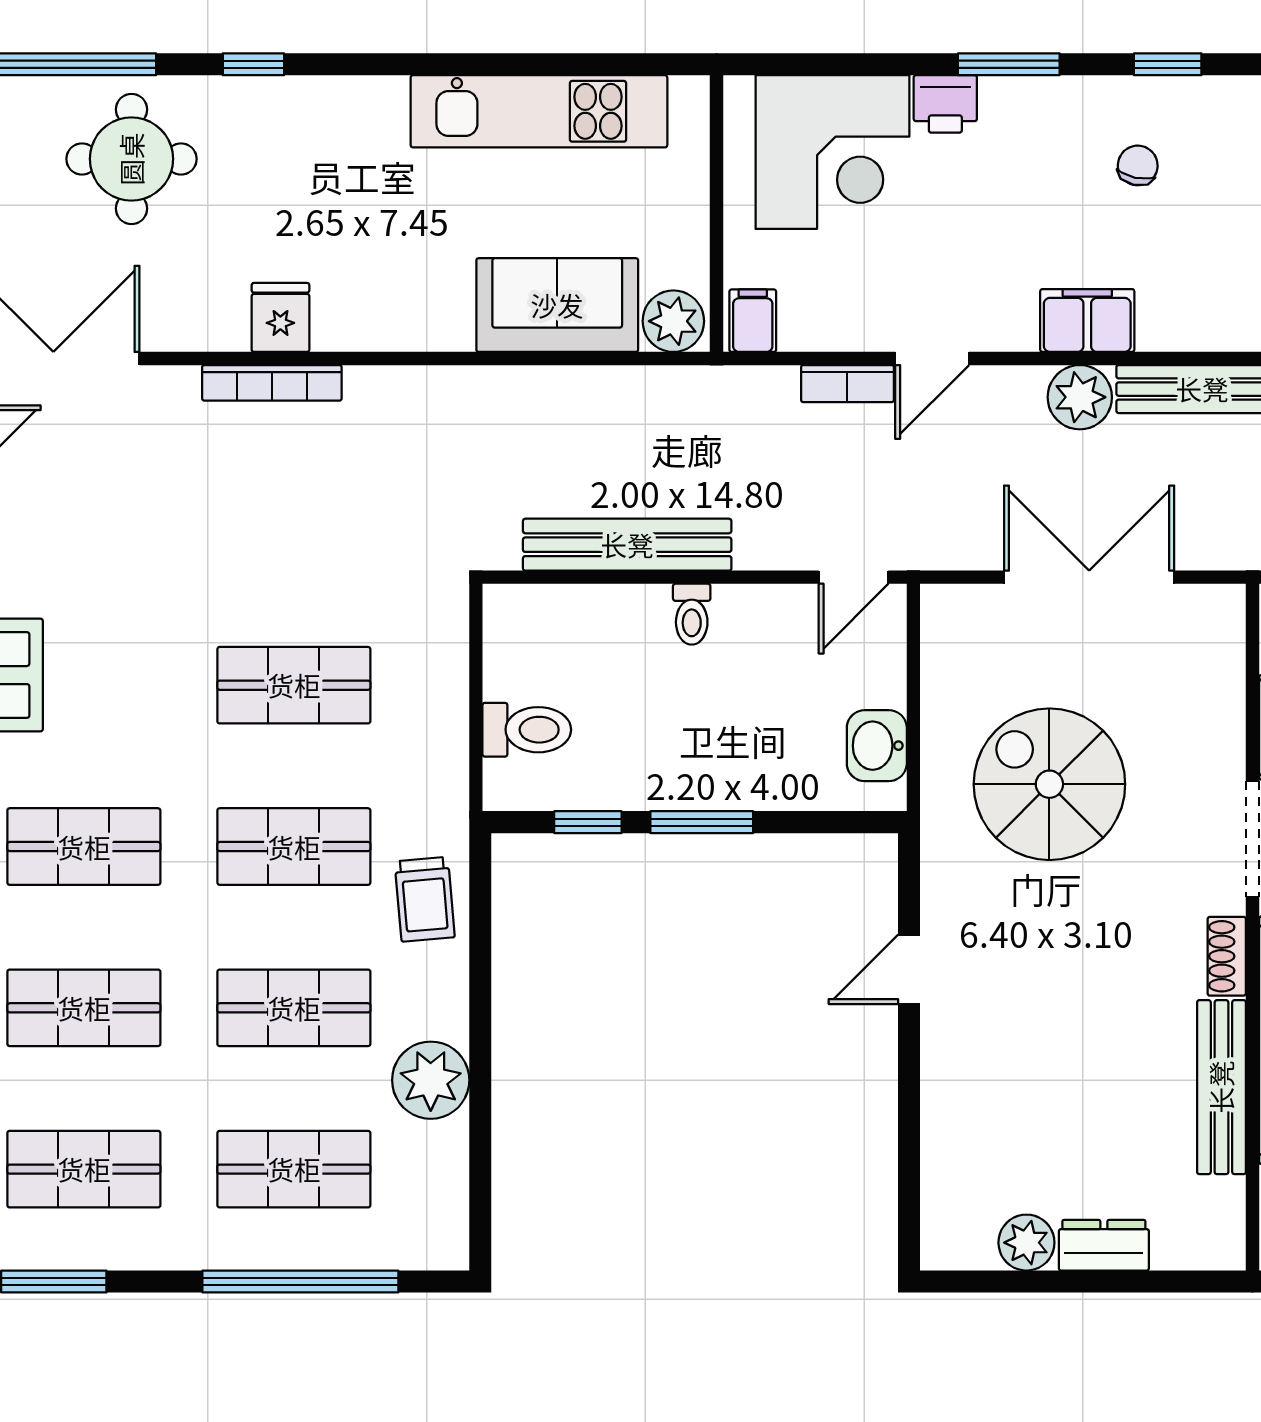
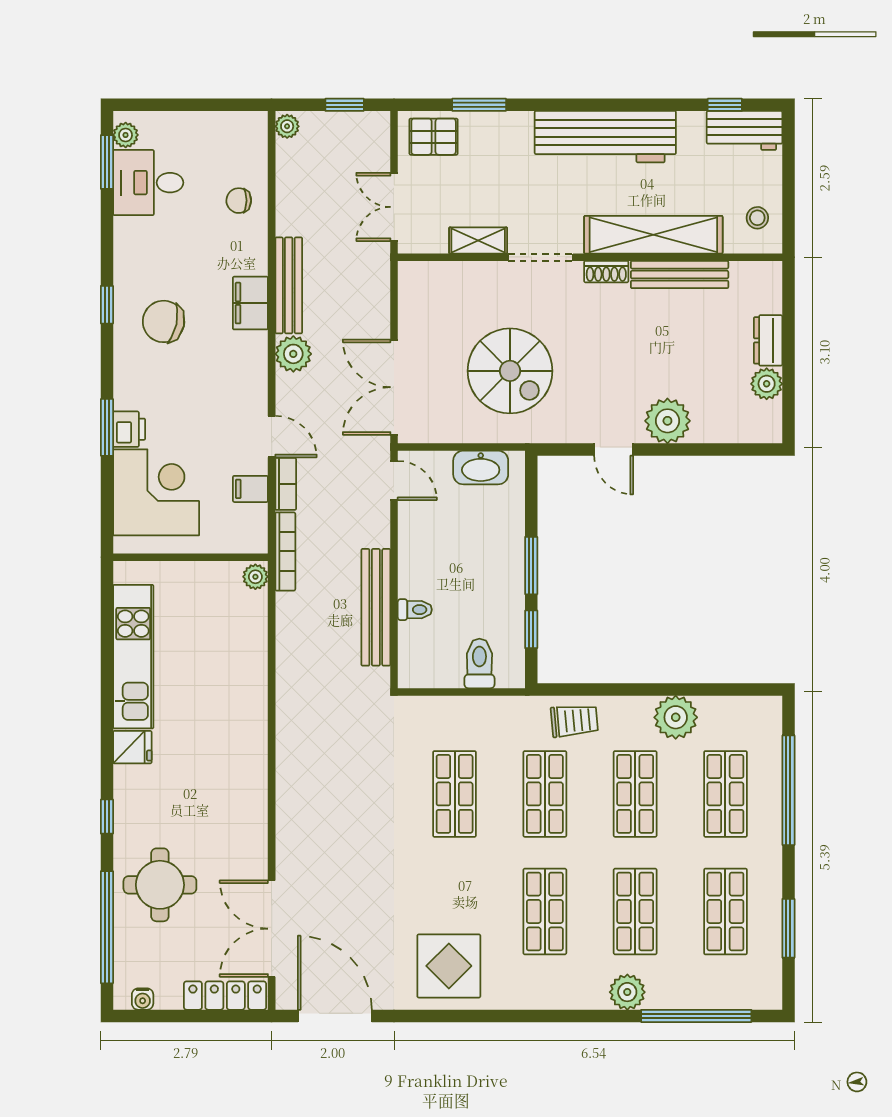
window: (1009, 64) -> (107, 427), moved
chair: (1138, 165) -> (164, 321), width x1.87, depth x1.87
sofa: (557, 305) -> (242, 646), removed
fridge: (280, 317) -> (132, 747), moved, turned 180
filing cabinet: (1087, 320) -> (250, 303), moved
plant: (673, 321) -> (255, 577), width x0.73, depth x0.73
filing cabinet: (753, 321) -> (250, 489), moved
bookcase: (272, 383) -> (285, 551), moved
double door: (1089, 577) -> (394, 387), moved
toilet: (692, 614) -> (415, 610), moved
washbasin: (877, 746) -> (481, 468), width x1.38
spiral stairs: (1049, 784) -> (510, 371), turned -90
plant: (960, 1066) -> (667, 421), added

